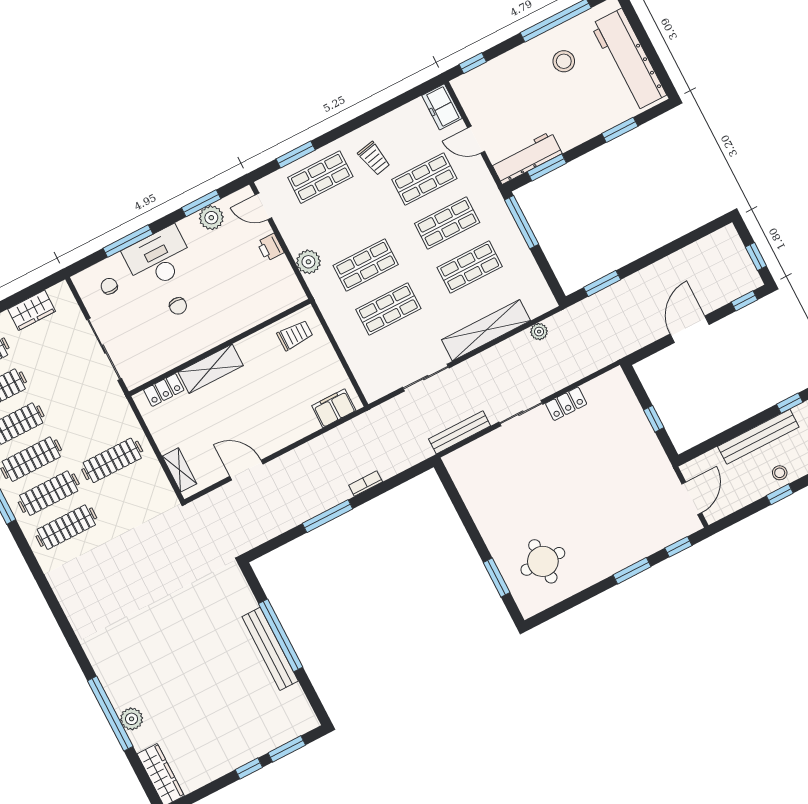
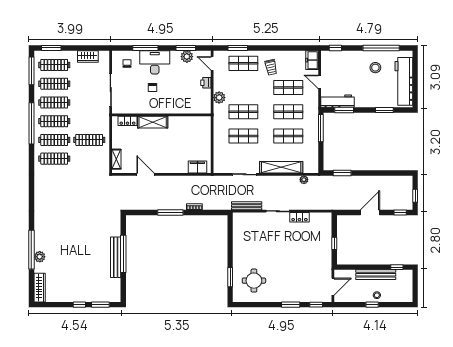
trolley: (295, 335) -> (197, 126), removed

